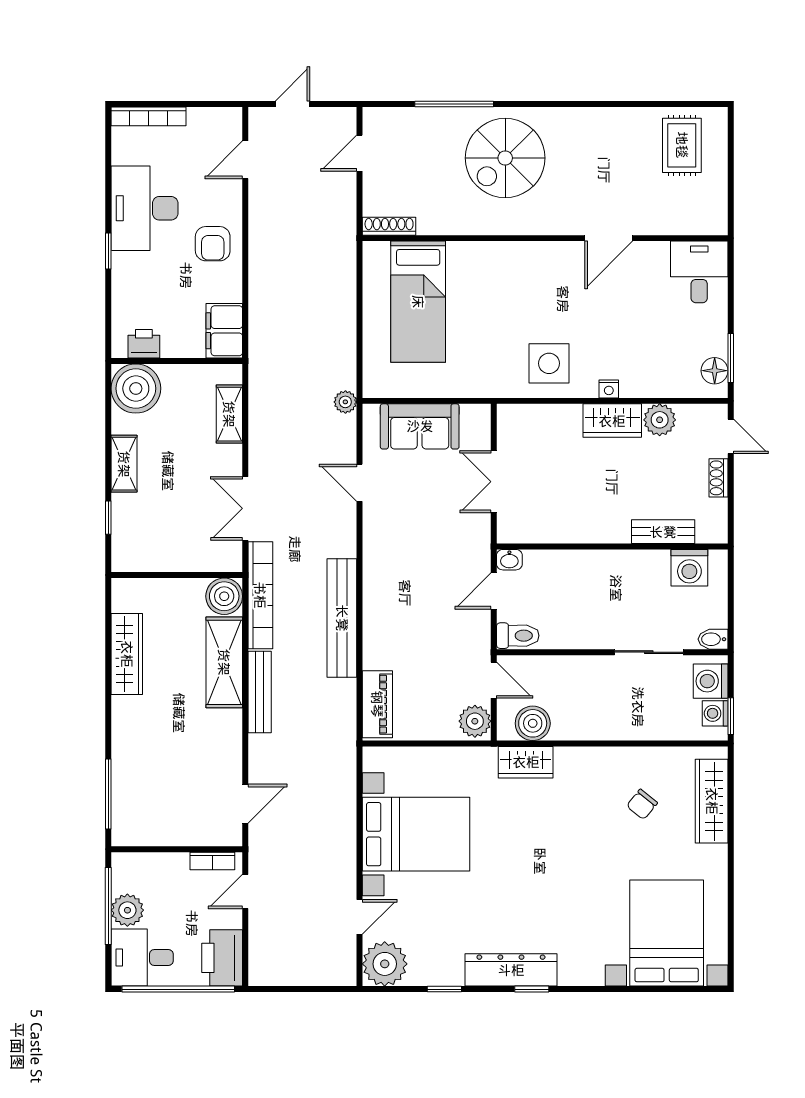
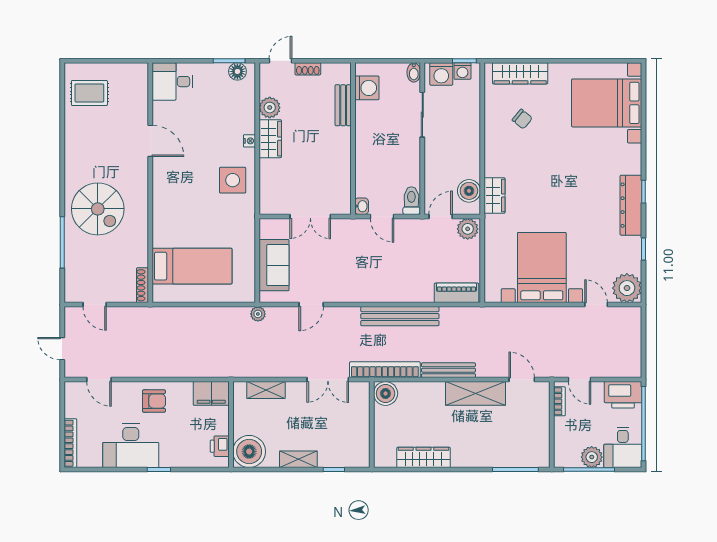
shelving: (224, 662) -> (475, 393), moved

